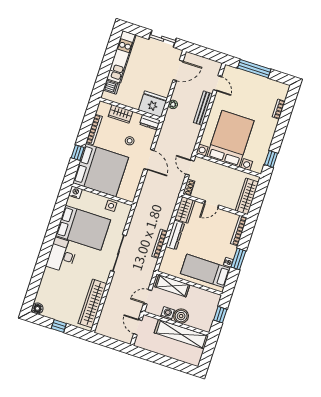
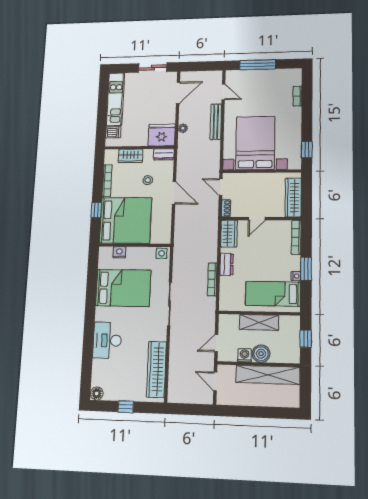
nightstand: (75, 192) -> (119, 252), moved
side table: (111, 206) -> (162, 253), moved
dresser: (175, 235) -> (226, 264), width x0.70
desk: (62, 255) -> (107, 340), moved
shelving: (172, 286) -> (259, 322), moved

